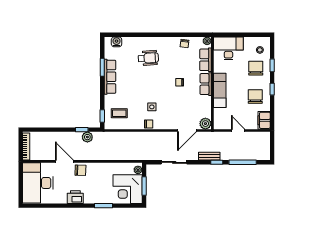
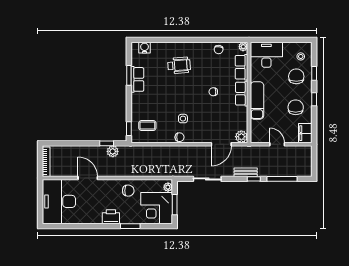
row of seats: (110, 77) -> (137, 79), width x0.68
chair: (80, 170) -> (128, 191), moved
printer: (75, 197) -> (111, 217), moved

